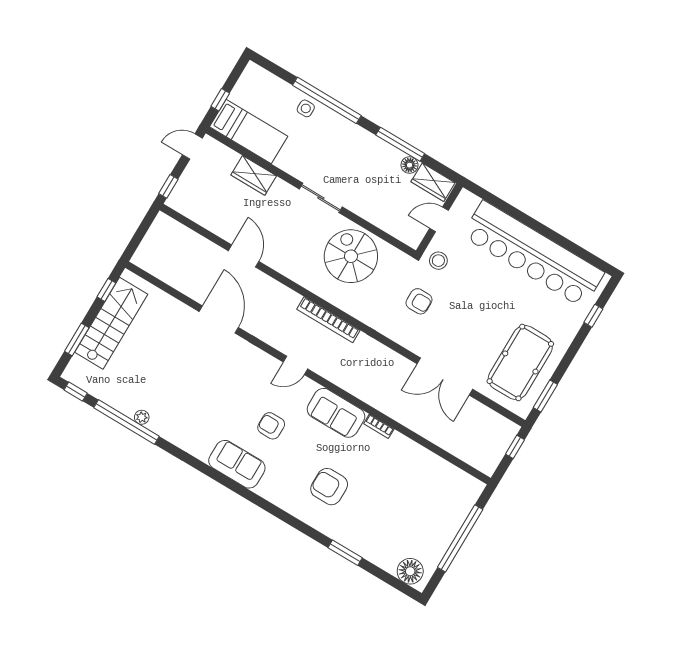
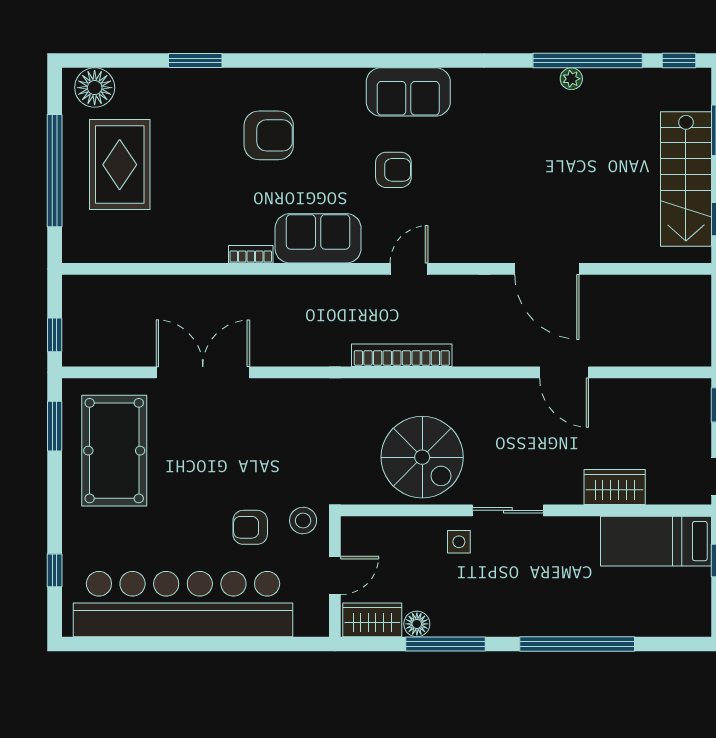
side table: (306, 108) -> (459, 542), moved
armchair: (419, 301) -> (250, 527), moved
rug: (422, 520) -> (120, 165), added

